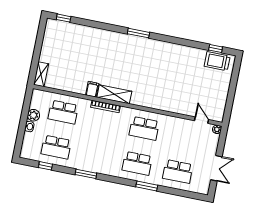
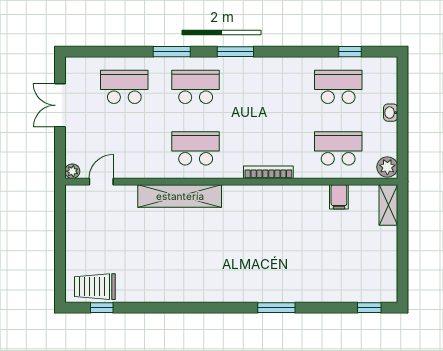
window: (138, 33) -> (276, 308), moved
trolley: (217, 61) -> (95, 287), turned 180
filing cabinet: (92, 89) -> (339, 197), moved
shelving: (114, 94) -> (180, 196), moved, width x1.47
plant: (33, 115) -> (387, 167), moved
door: (202, 120) -> (101, 182), swing flipped
window: (86, 174) -> (235, 52), moved

